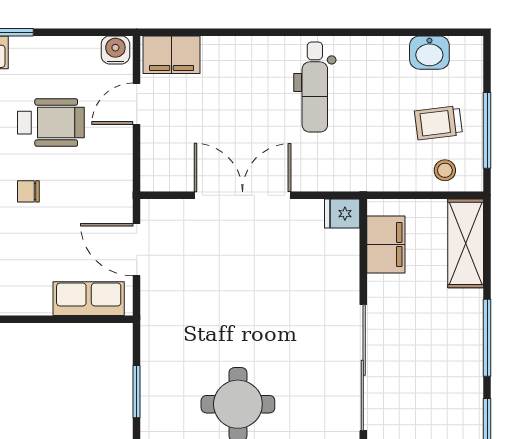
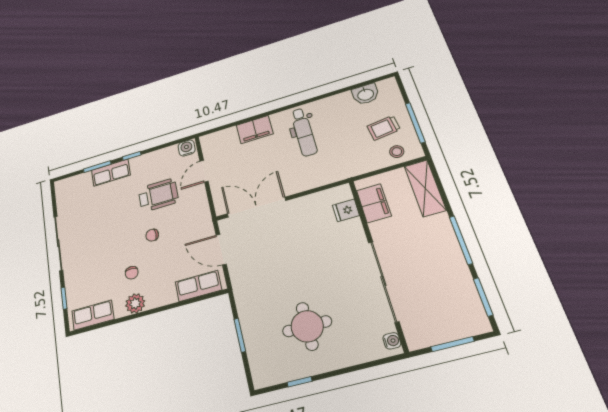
filing cabinet: (172, 55) -> (255, 130), moved
double door: (243, 195) -> (256, 207), moved
fridge: (342, 214) -> (346, 210), moved

